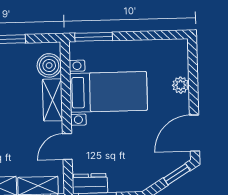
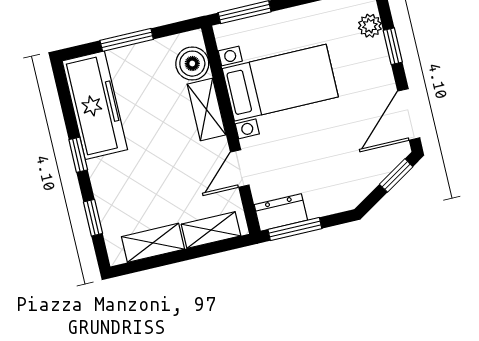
window: (193, 83) -> (393, 46), added
plant: (181, 85) -> (370, 26), moved

